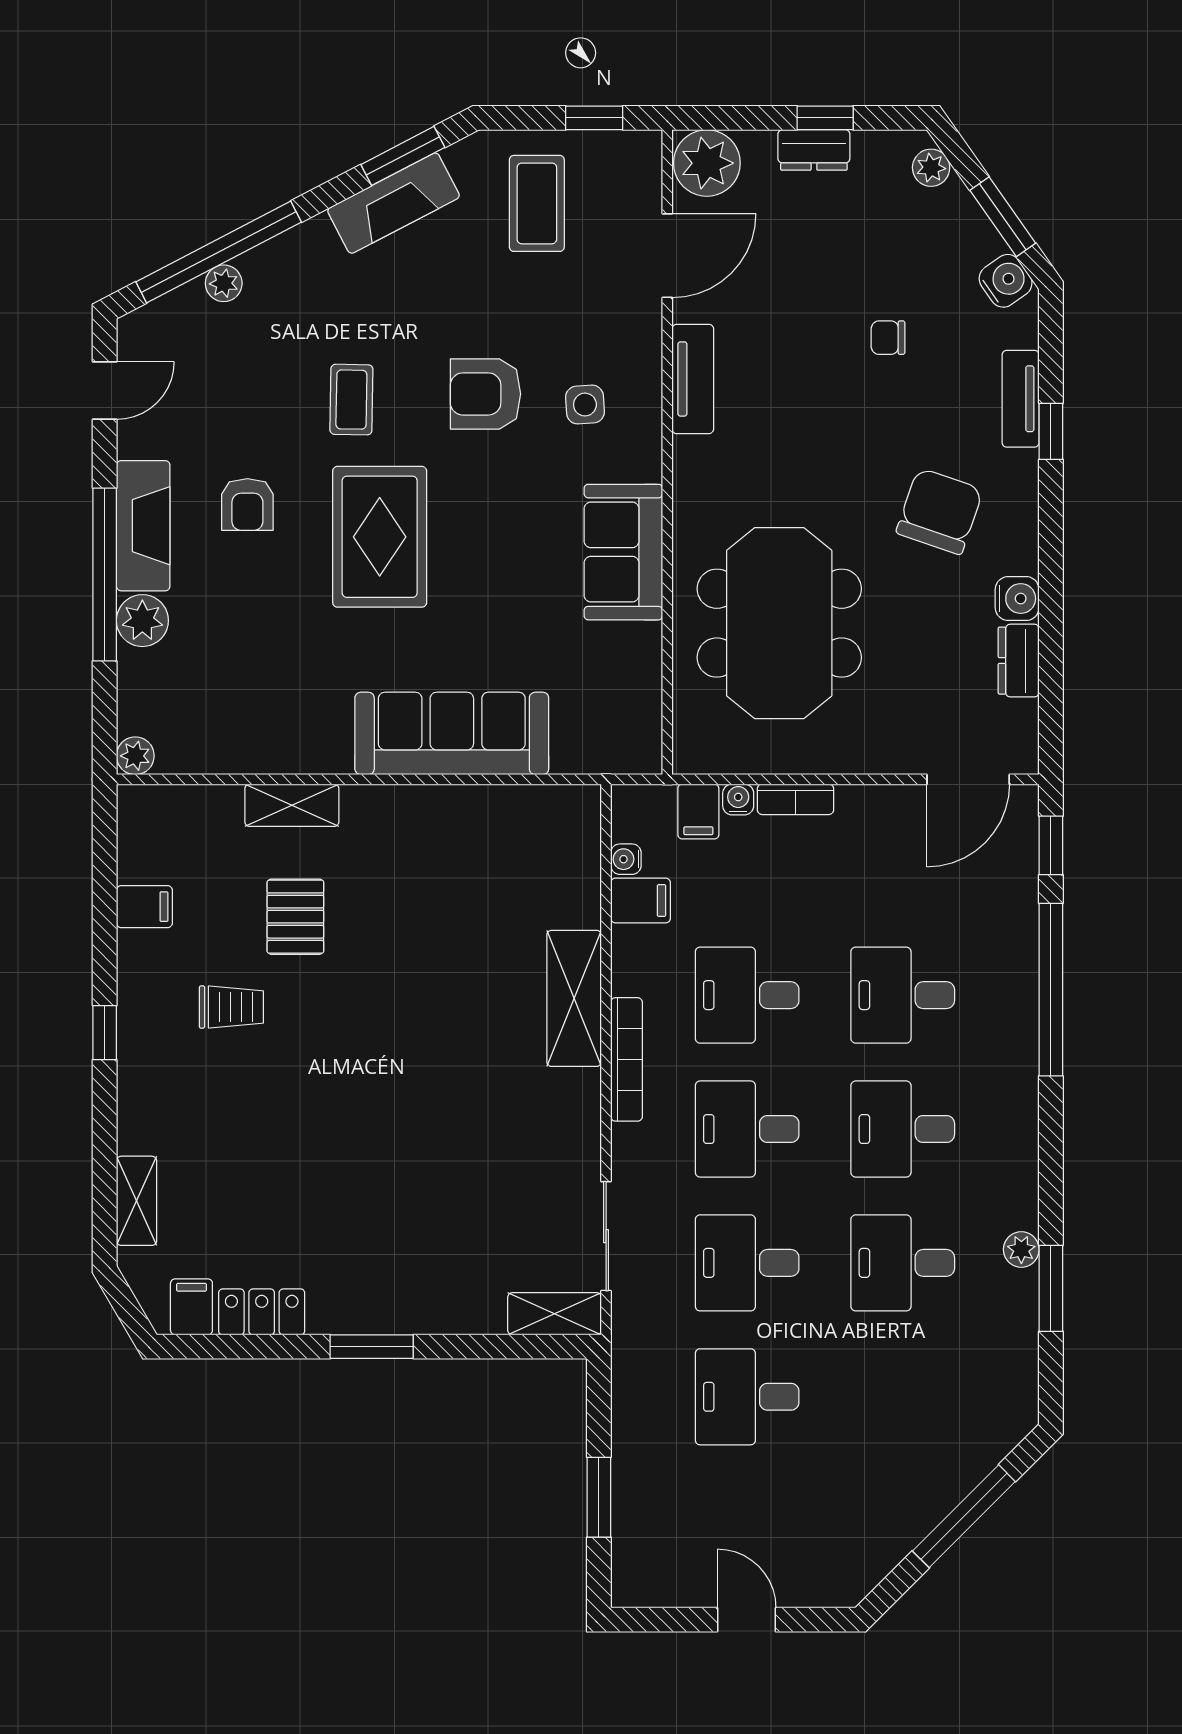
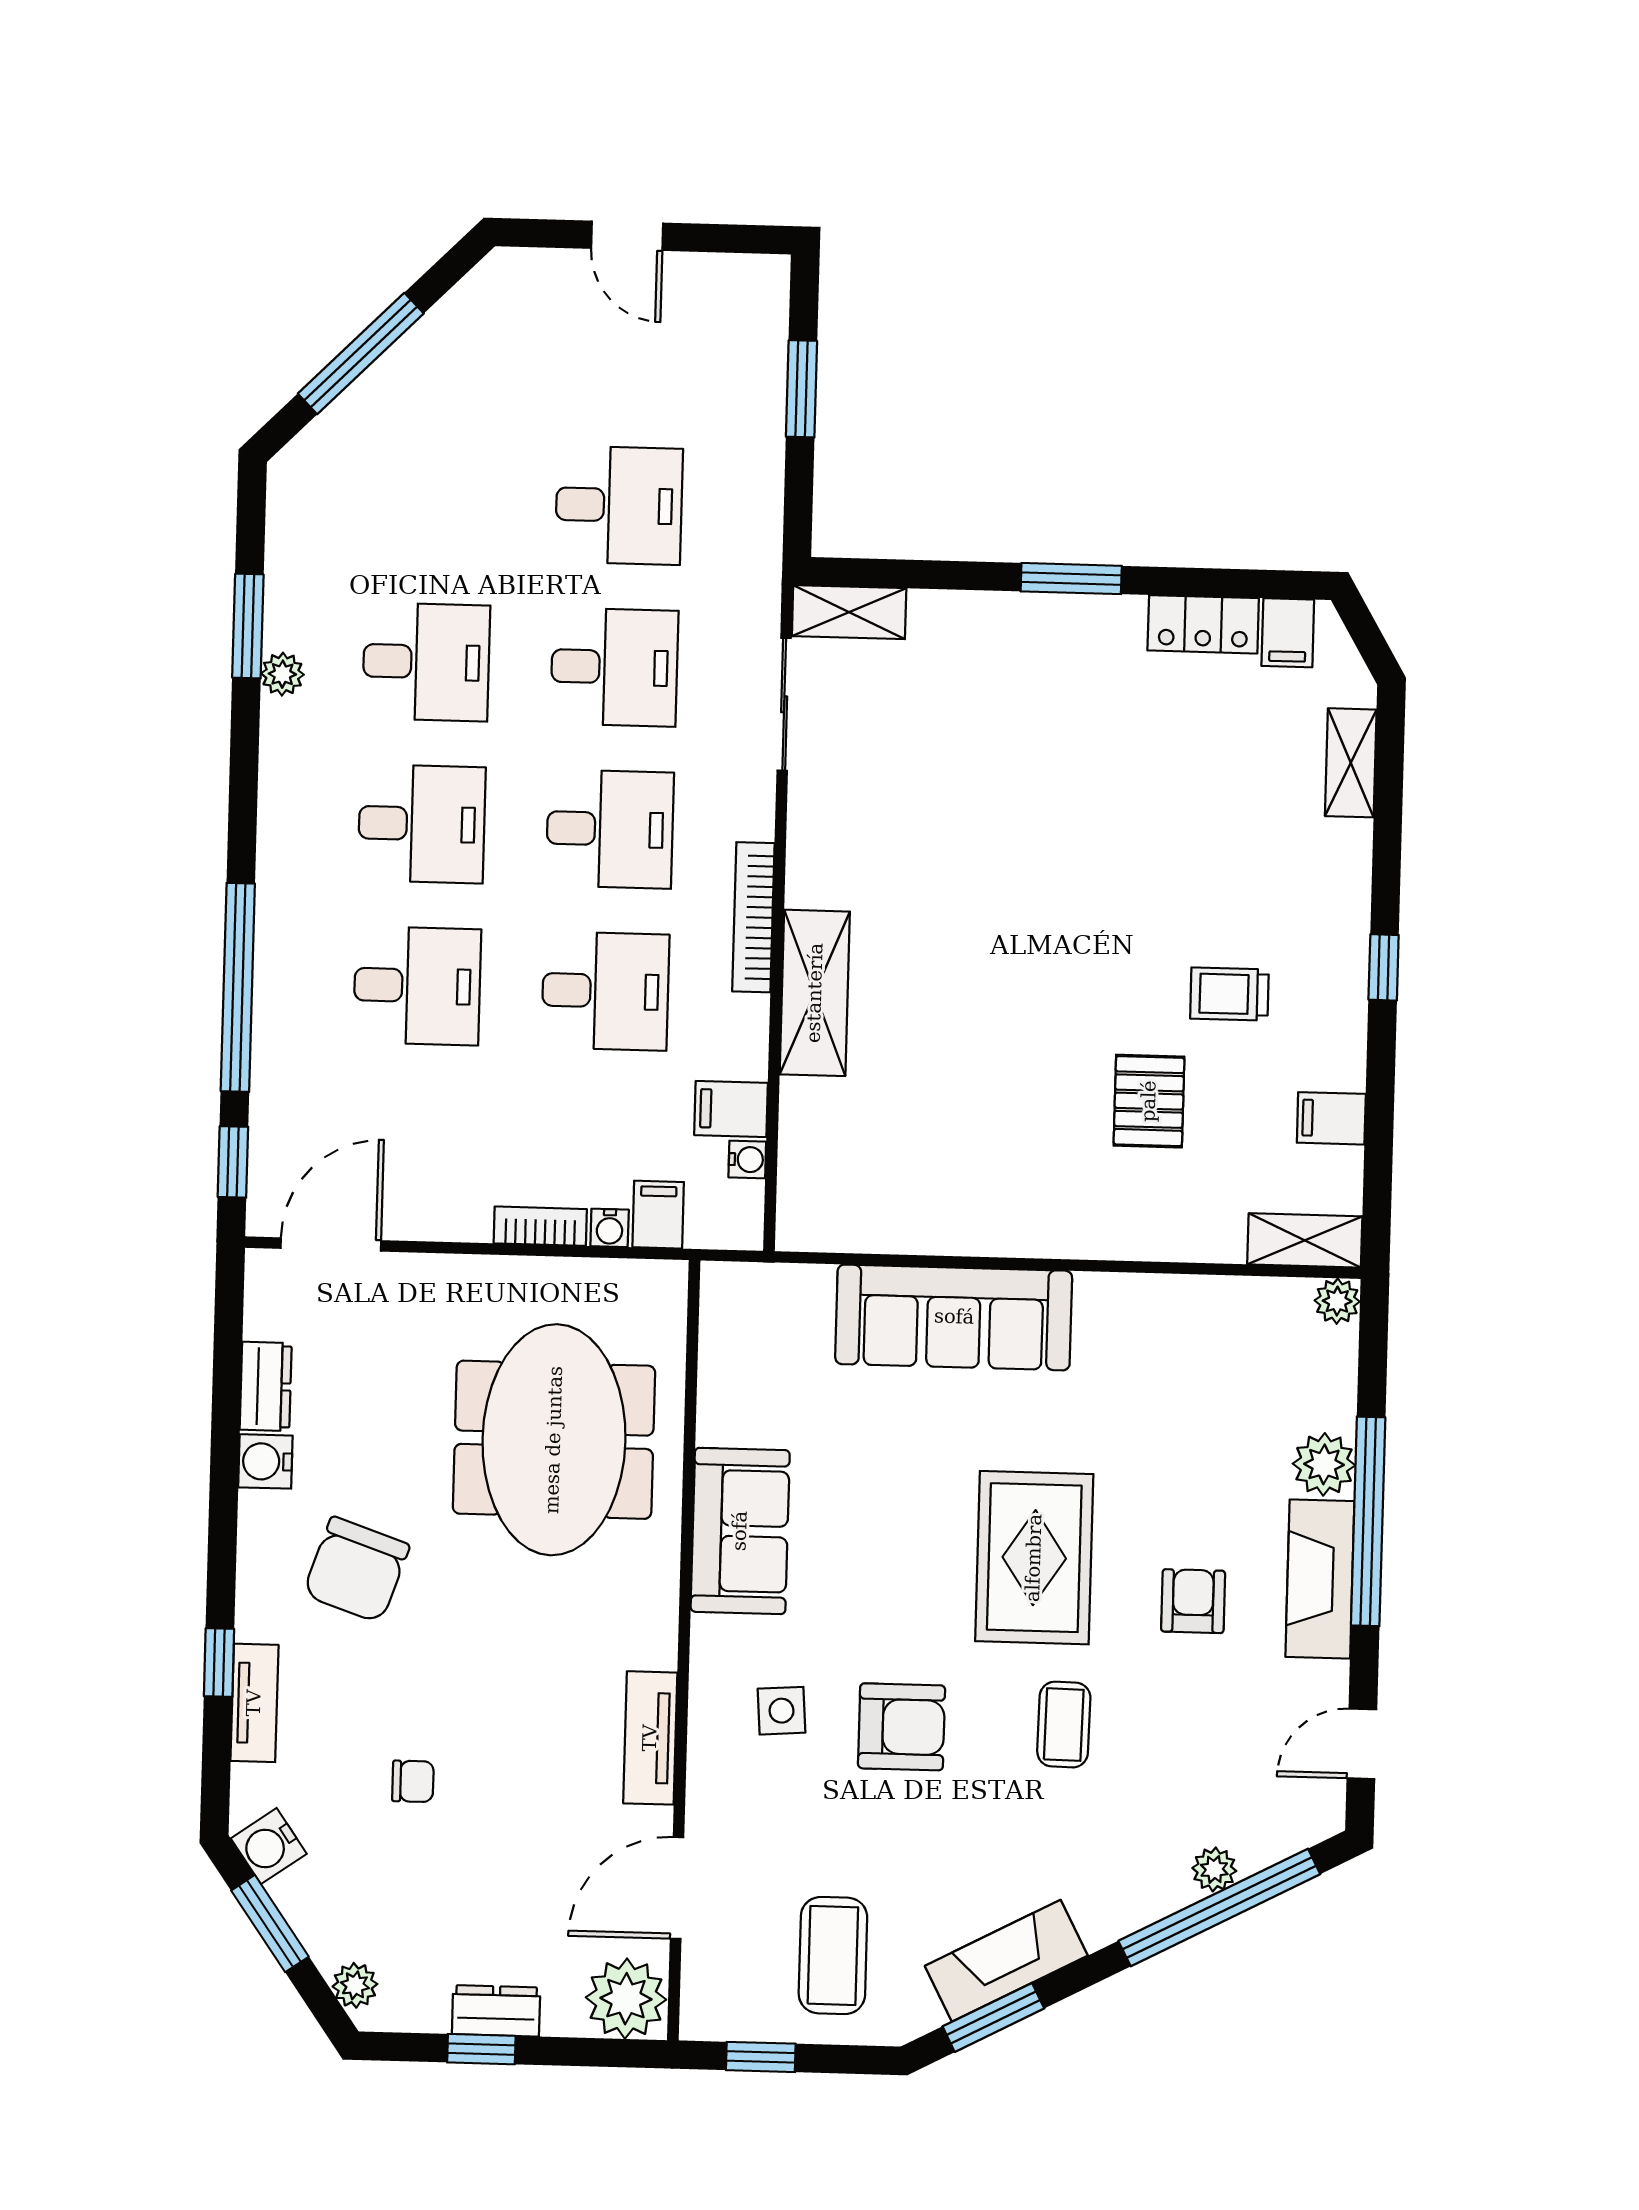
shelving: (292, 805) -> (1305, 1240), moved

